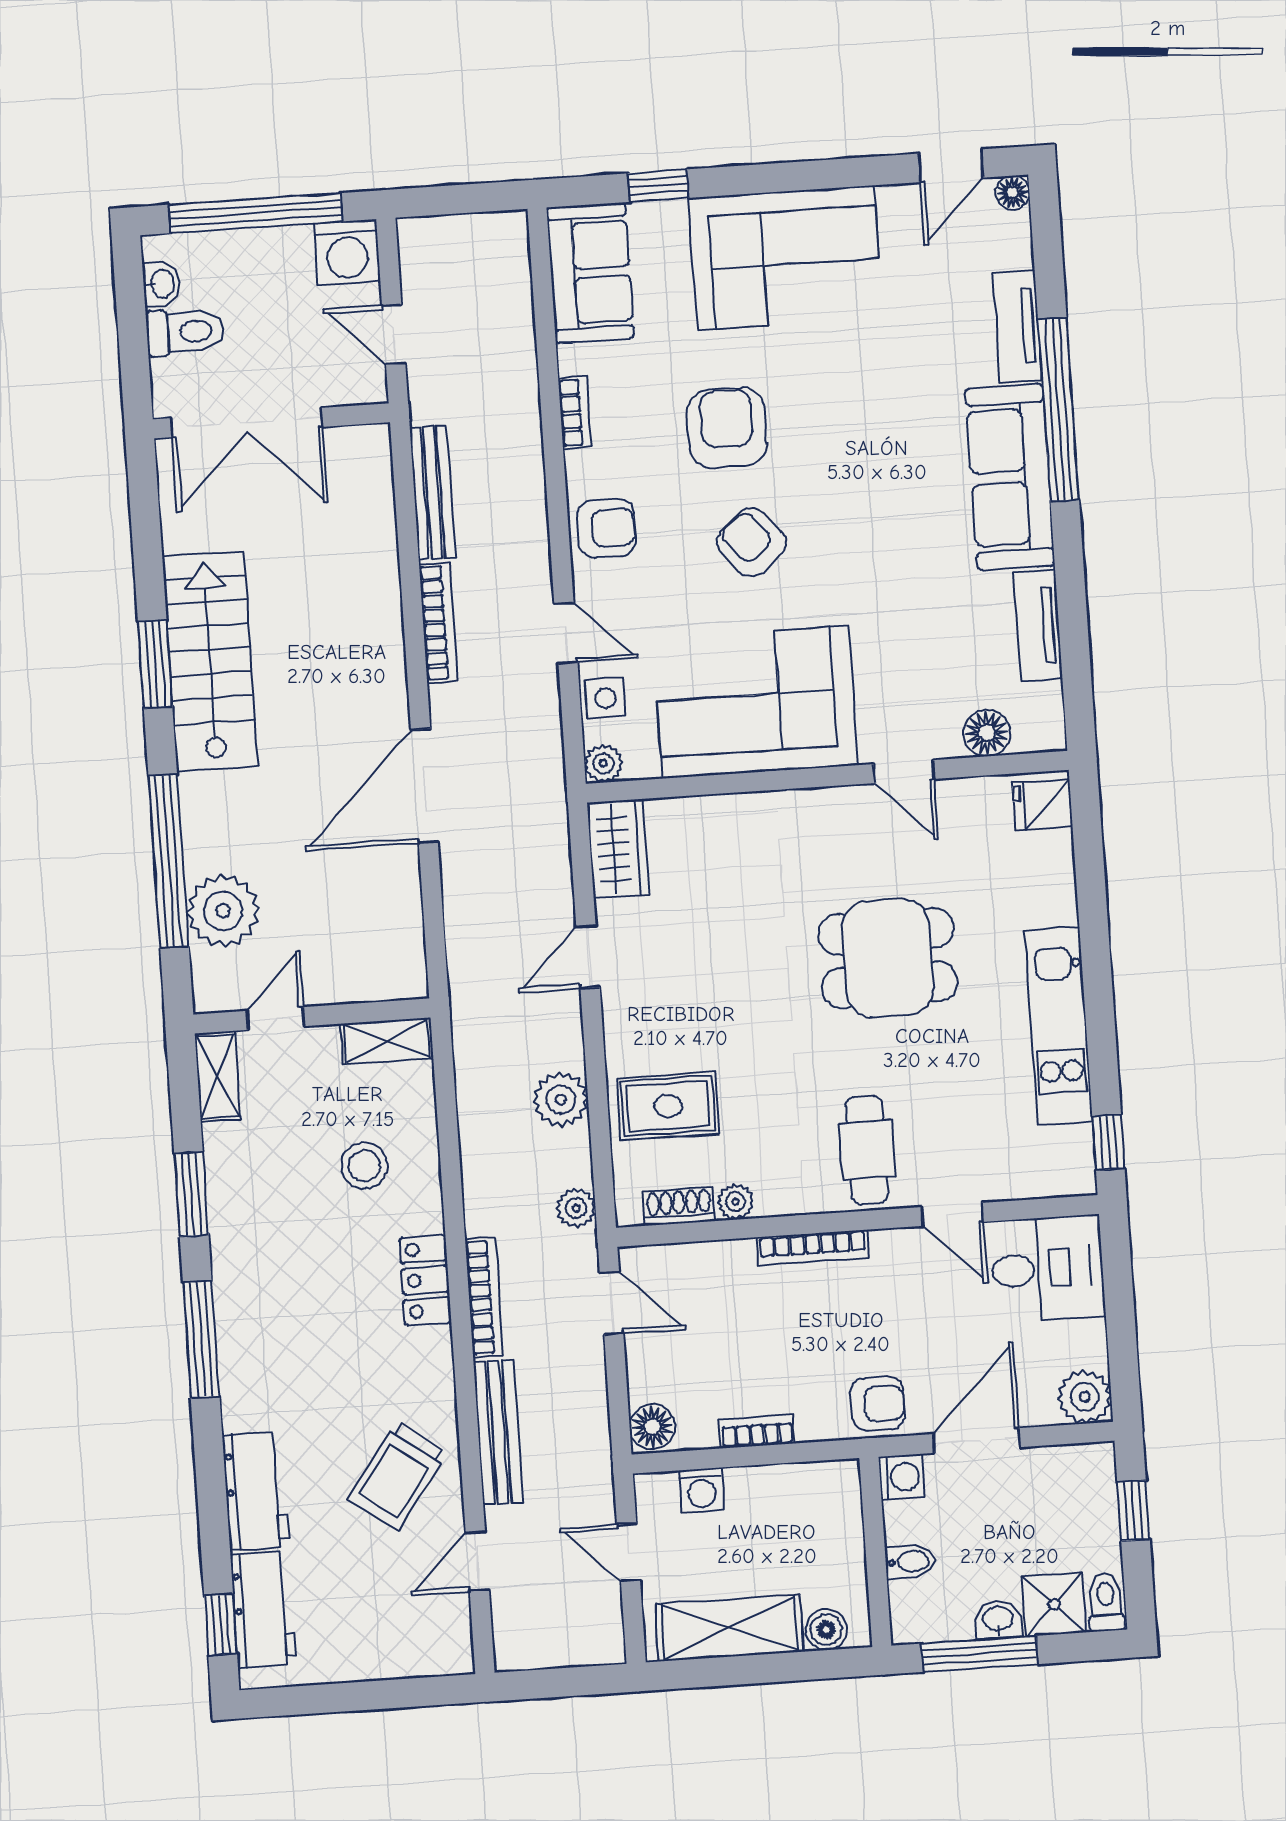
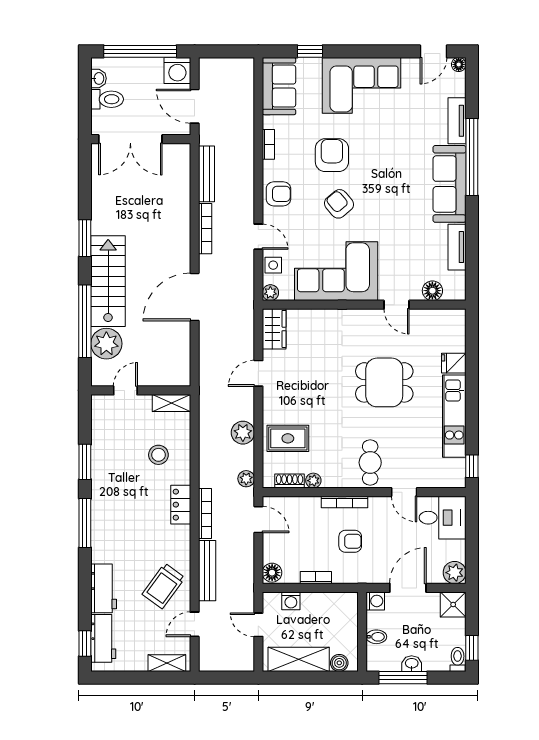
door: (394, 334) -> (195, 106), width x1.38
stairs: (210, 661) -> (108, 281), moved
fridge: (1042, 805) -> (454, 363), moved
shelving: (218, 1076) -> (167, 663), moved, turned 90
armchair: (878, 1404) -> (350, 541), moved
window: (1134, 1511) -> (472, 648), moved
shower: (1054, 1604) -> (453, 604), moved

